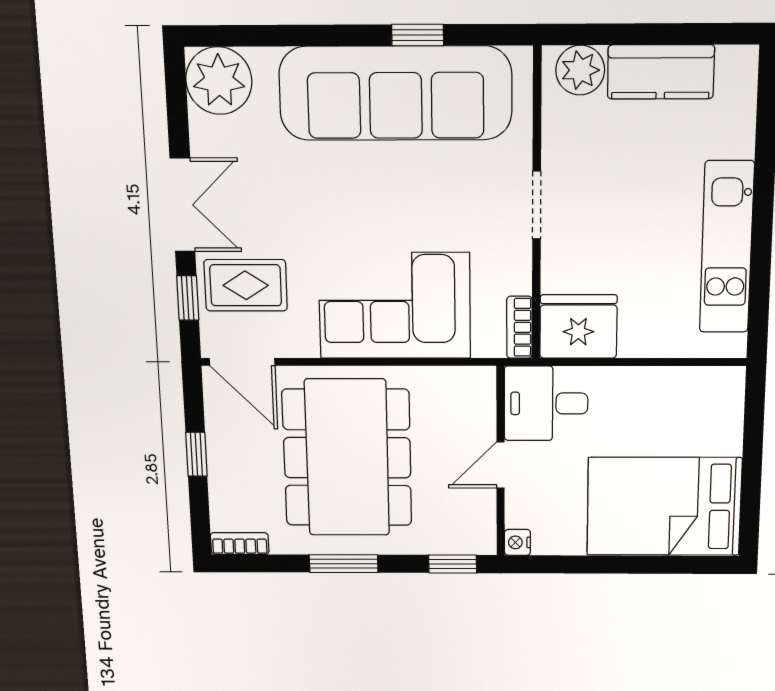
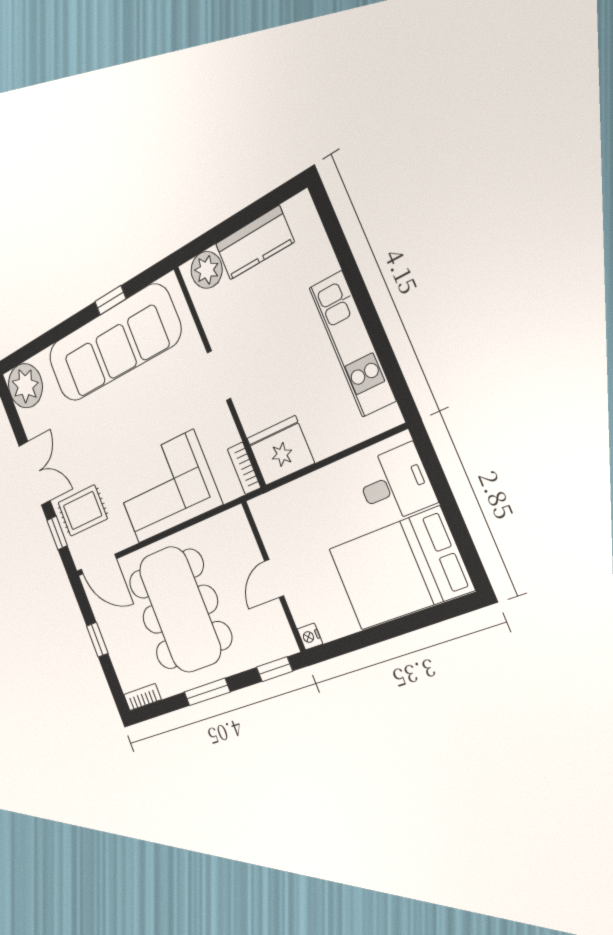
desk: (546, 403) -> (395, 484), moved, turned 180

